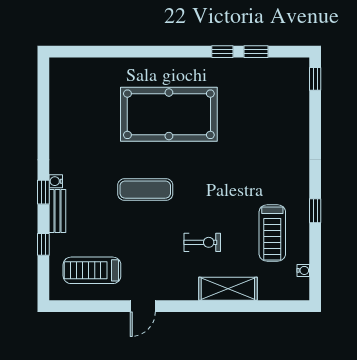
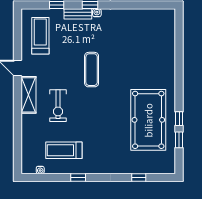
window: (315, 79) -> (139, 177), moved
pool table: (169, 114) -> (148, 120), moved
exercise bike: (202, 242) -> (58, 106), width x1.38, depth x1.39
shelving: (228, 289) -> (29, 95), moved

